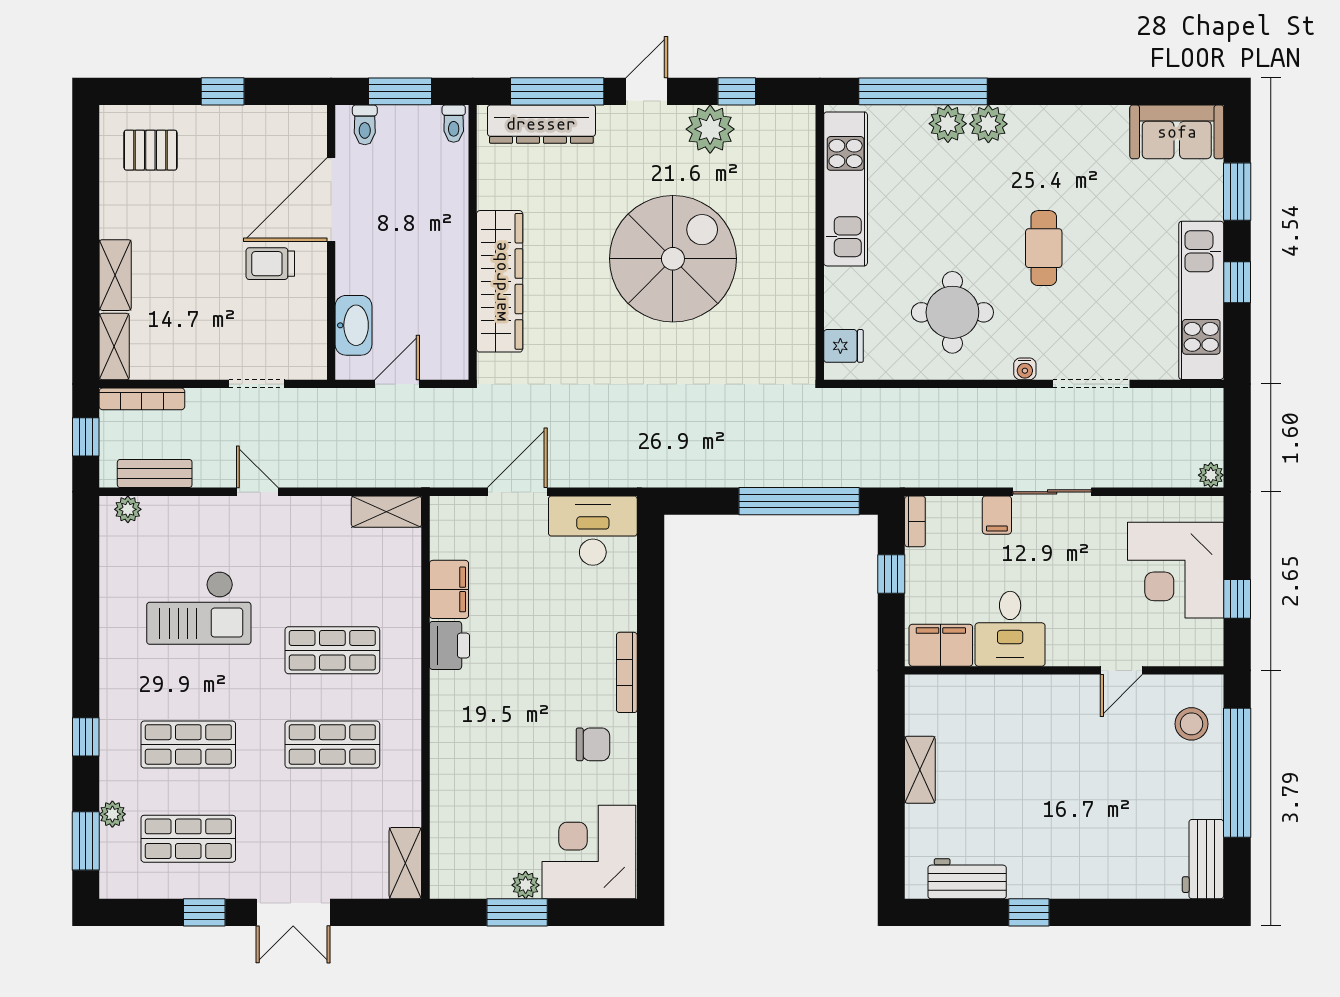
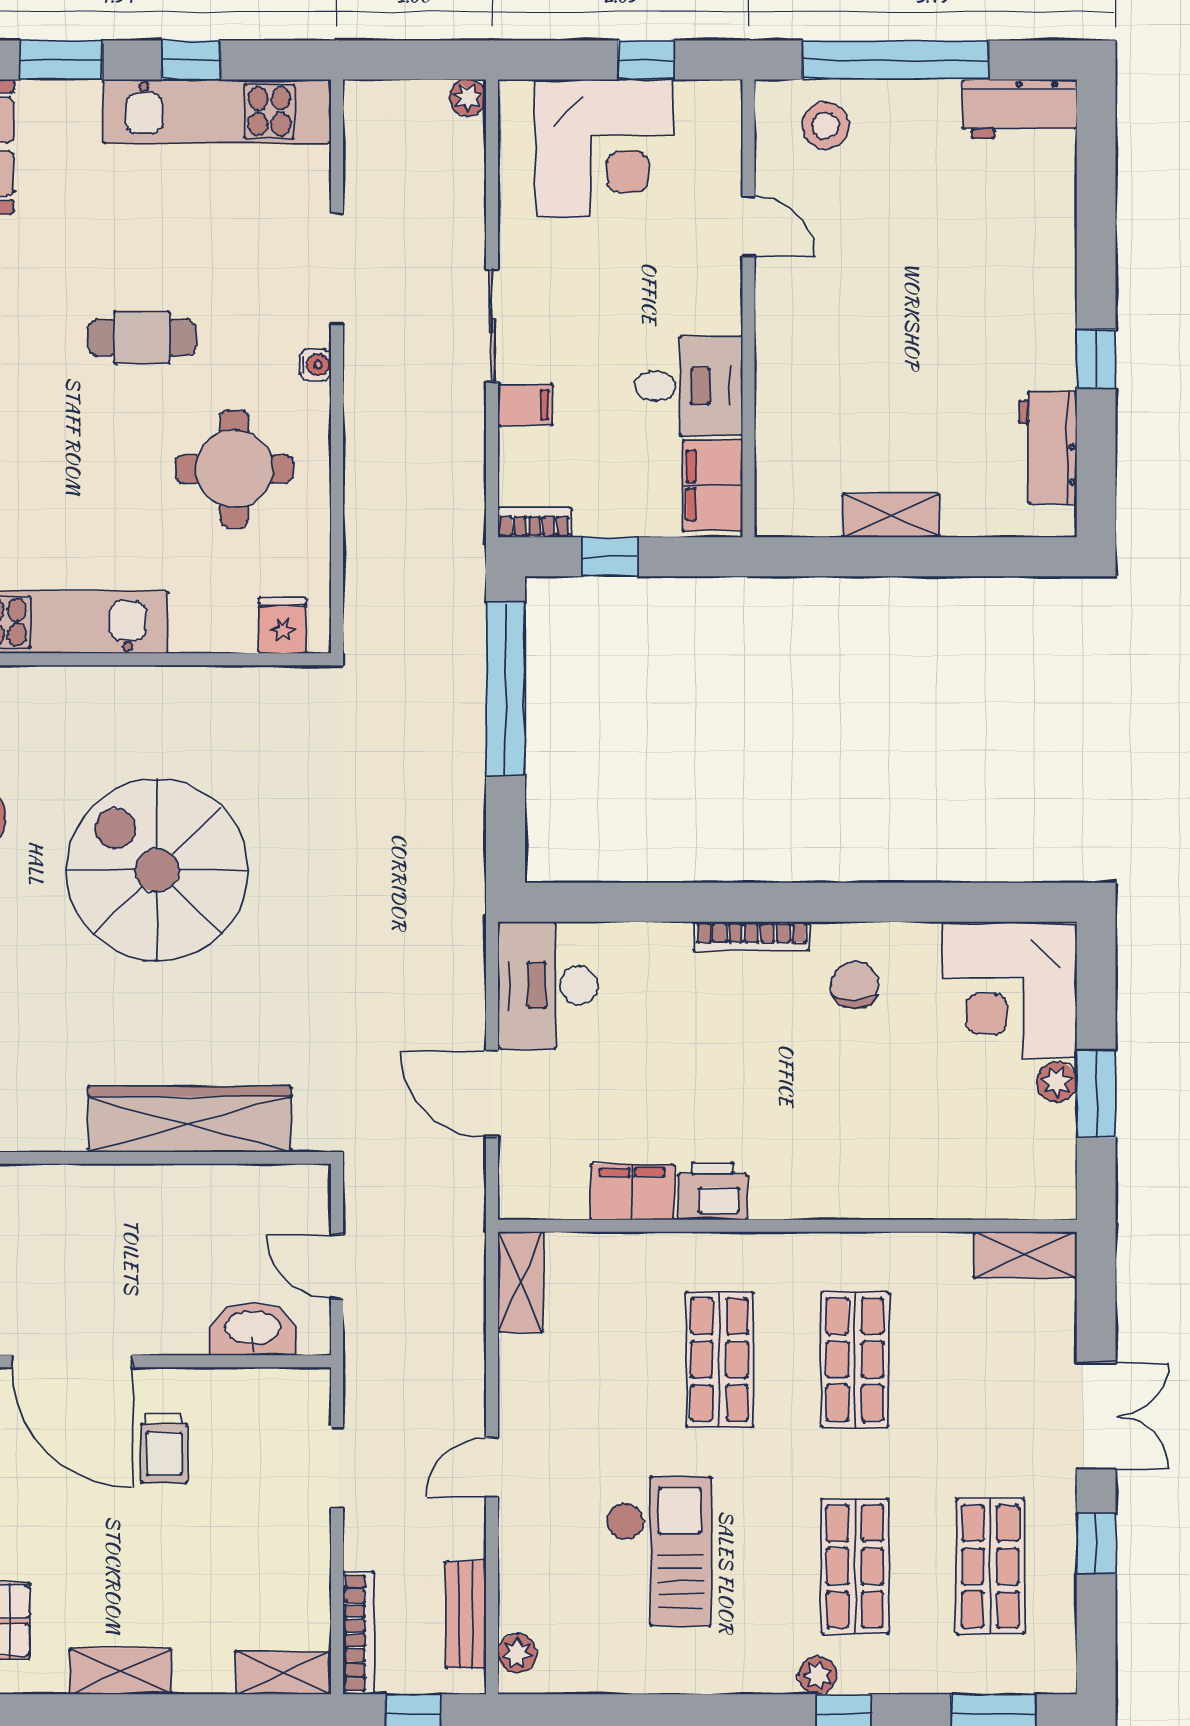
shelving: (115, 275) -> (121, 1671), moved
plant: (112, 814) -> (817, 1675), moved

